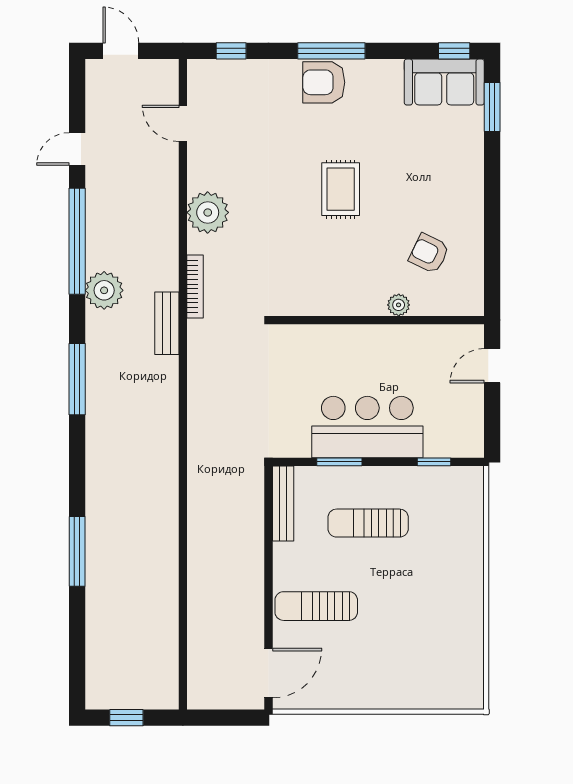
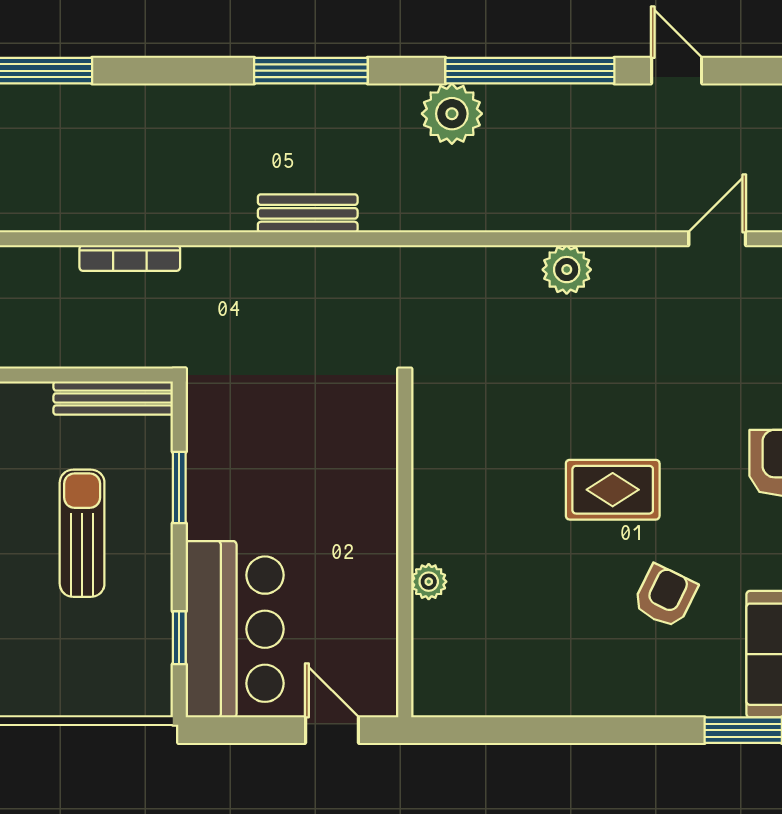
plant: (208, 212) -> (567, 270), width x0.73, depth x0.73
armchair: (429, 253) -> (665, 596), moved
bookcase: (195, 286) -> (130, 258), moved
bench: (167, 323) -> (308, 213), moved
bar counter: (367, 427) -> (235, 629), moved

